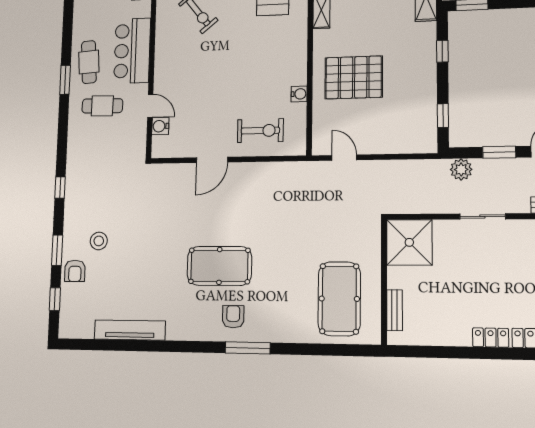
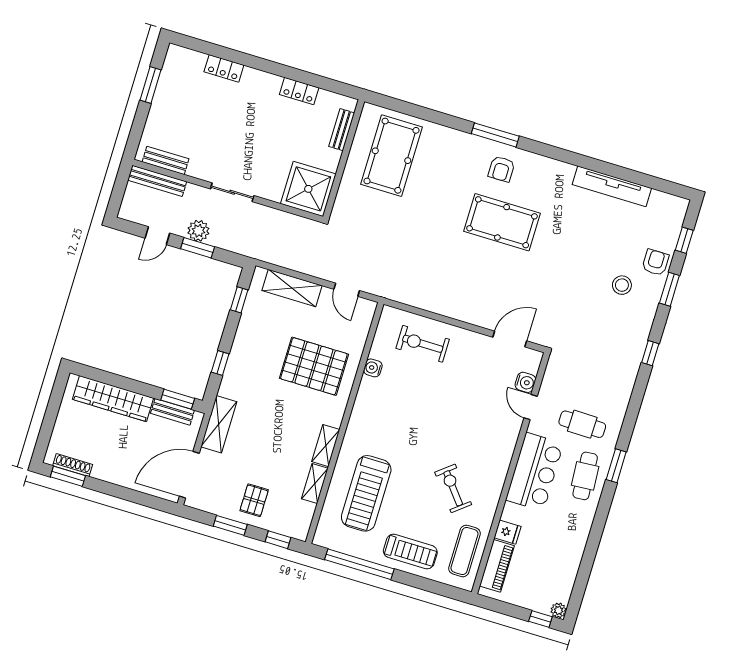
shelving: (396, 143) -> (292, 288), added
door: (212, 160) -> (510, 339), moved
plant: (461, 169) -> (198, 231), moved
locker: (491, 338) -> (299, 91), moved

